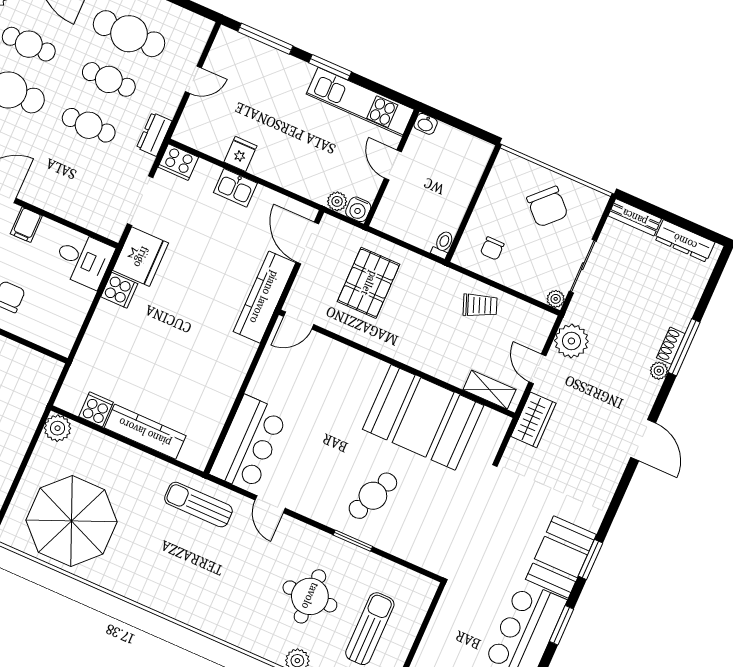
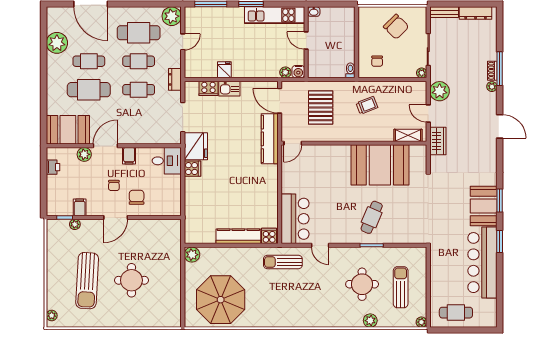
plant: (194, 30) -> (172, 16), added
cooker: (178, 162) -> (208, 88), moved
trolley: (480, 305) -> (367, 105), moved
cooker: (96, 409) -> (269, 236), moved

